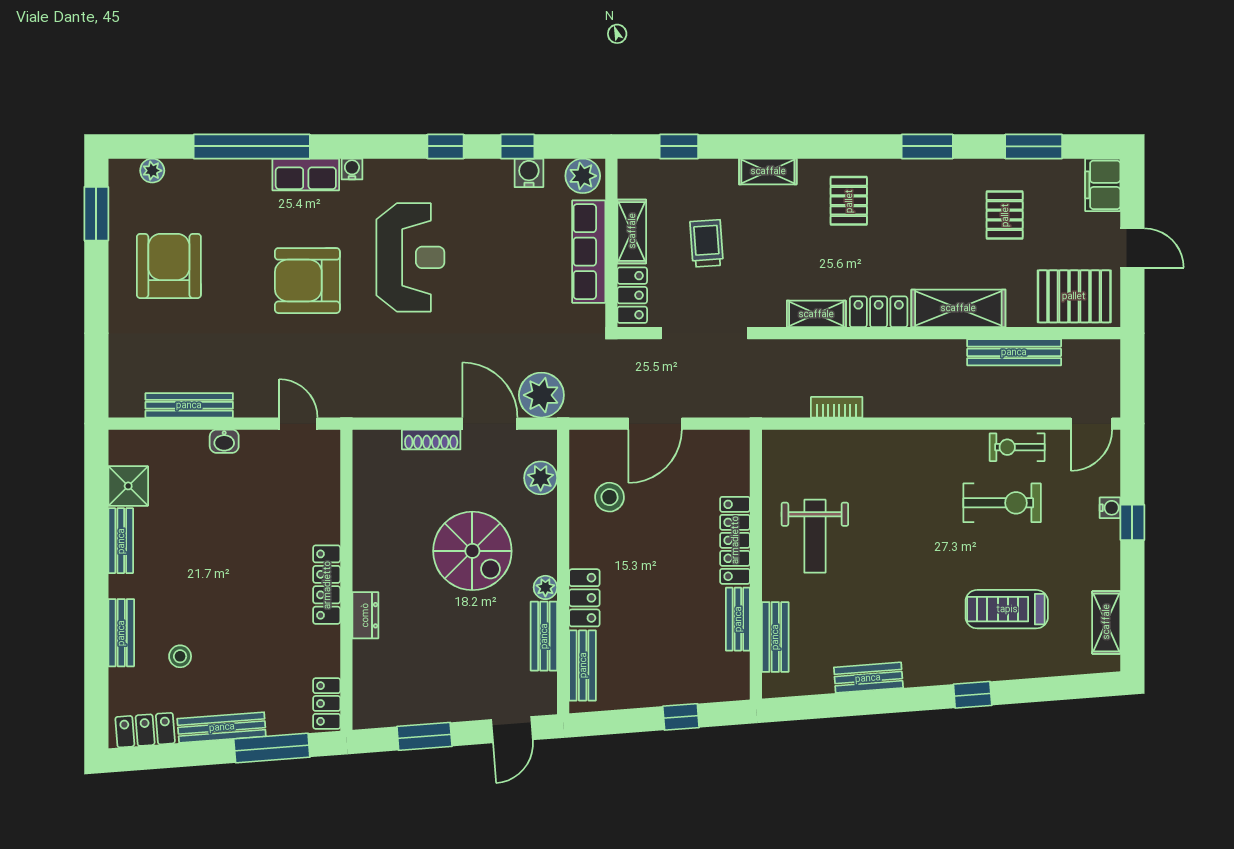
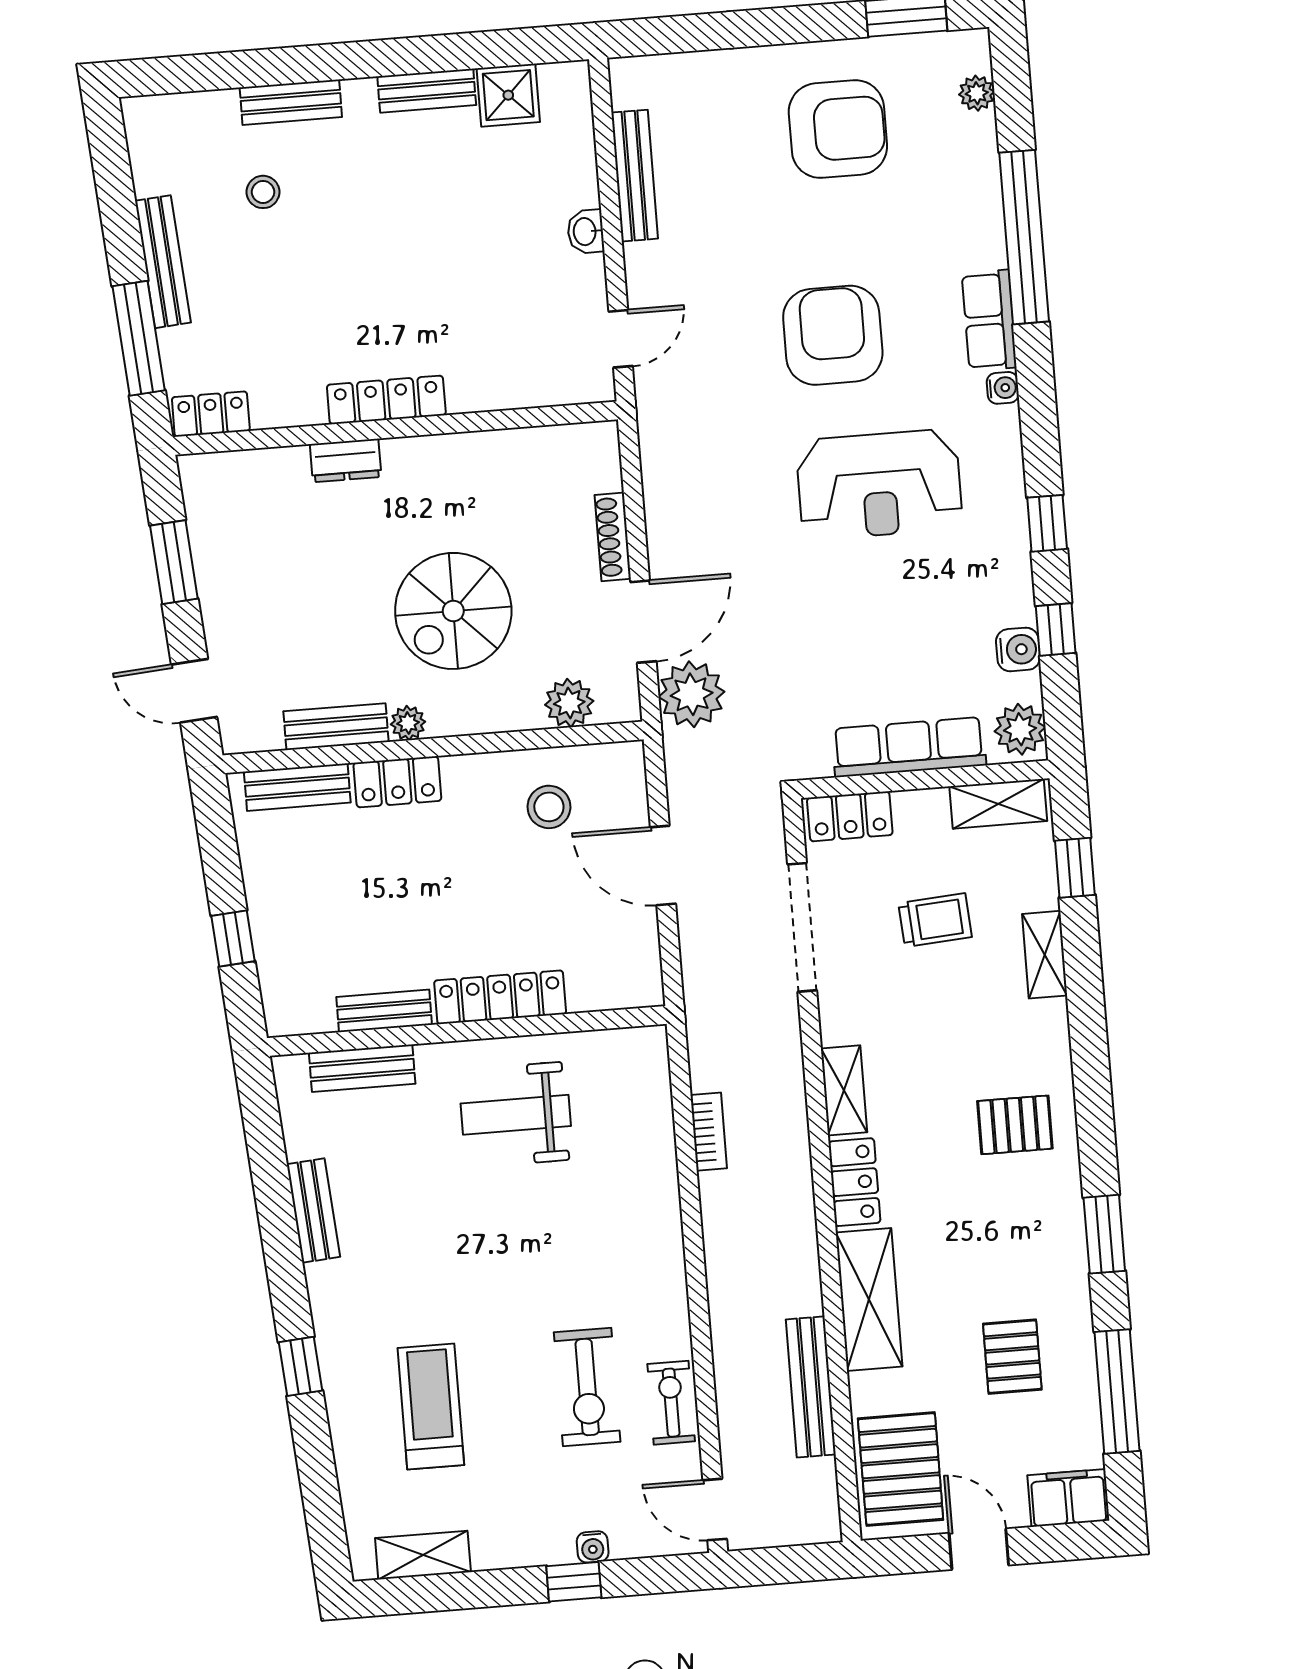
window: (1034, 146) -> (1117, 1391), width x1.44
shelving: (768, 171) -> (1045, 955), moved
pallet: (1005, 215) -> (1012, 1357), turned 90
shelving: (632, 231) -> (998, 804), moved
door: (1132, 248) -> (979, 1549), swing flipped
locker: (145, 730) -> (150, 149), removed

